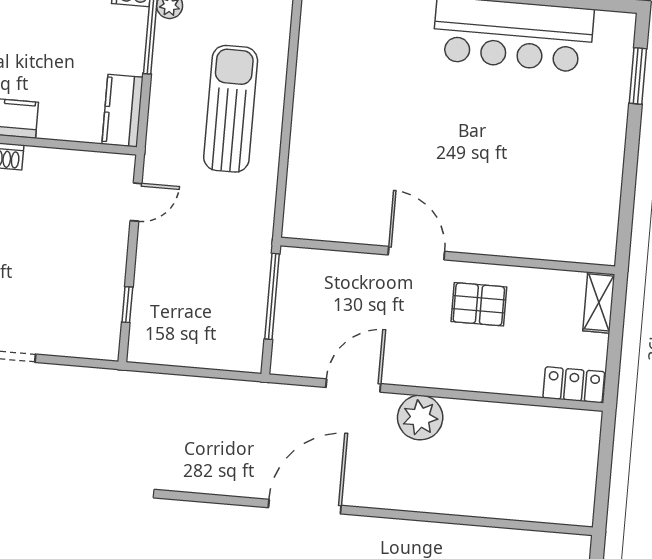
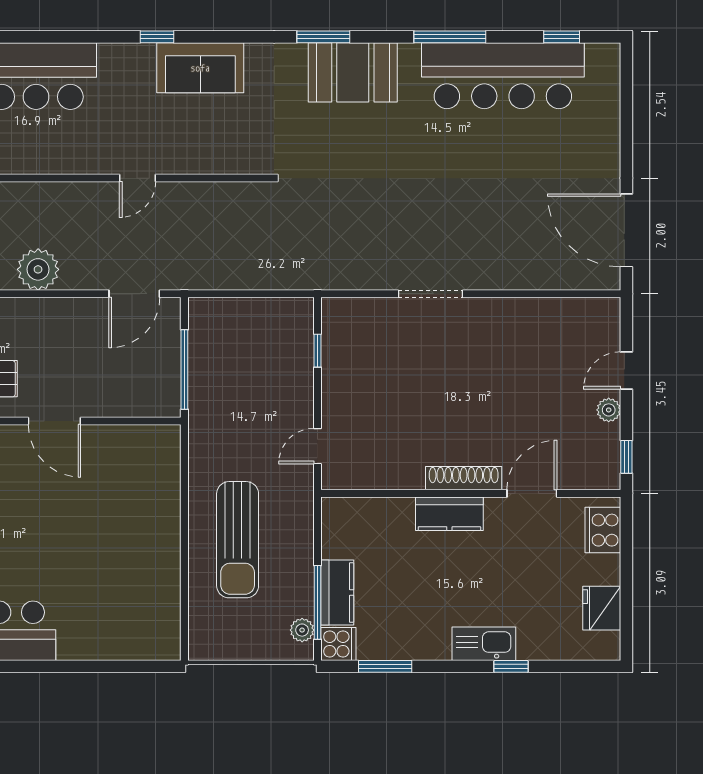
kitchen counter: (123, 111) -> (337, 593), moved
door: (353, 386) -> (134, 294), moved
door: (305, 507) -> (138, 178), width x0.53

